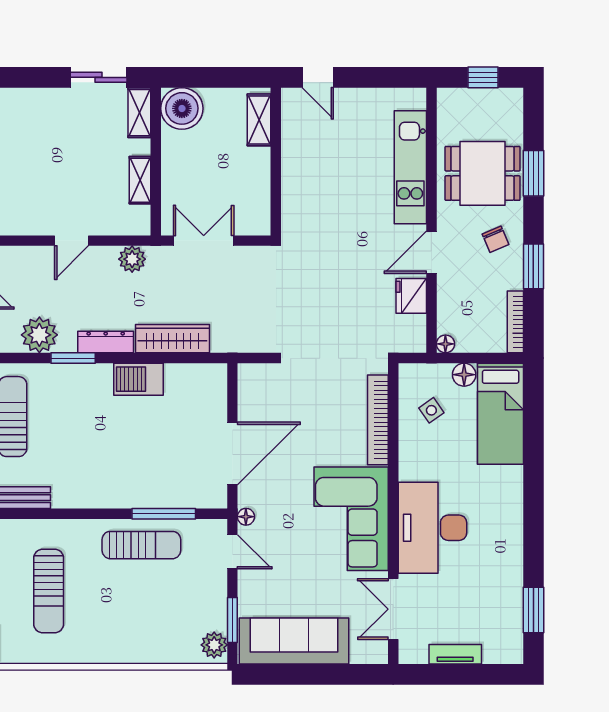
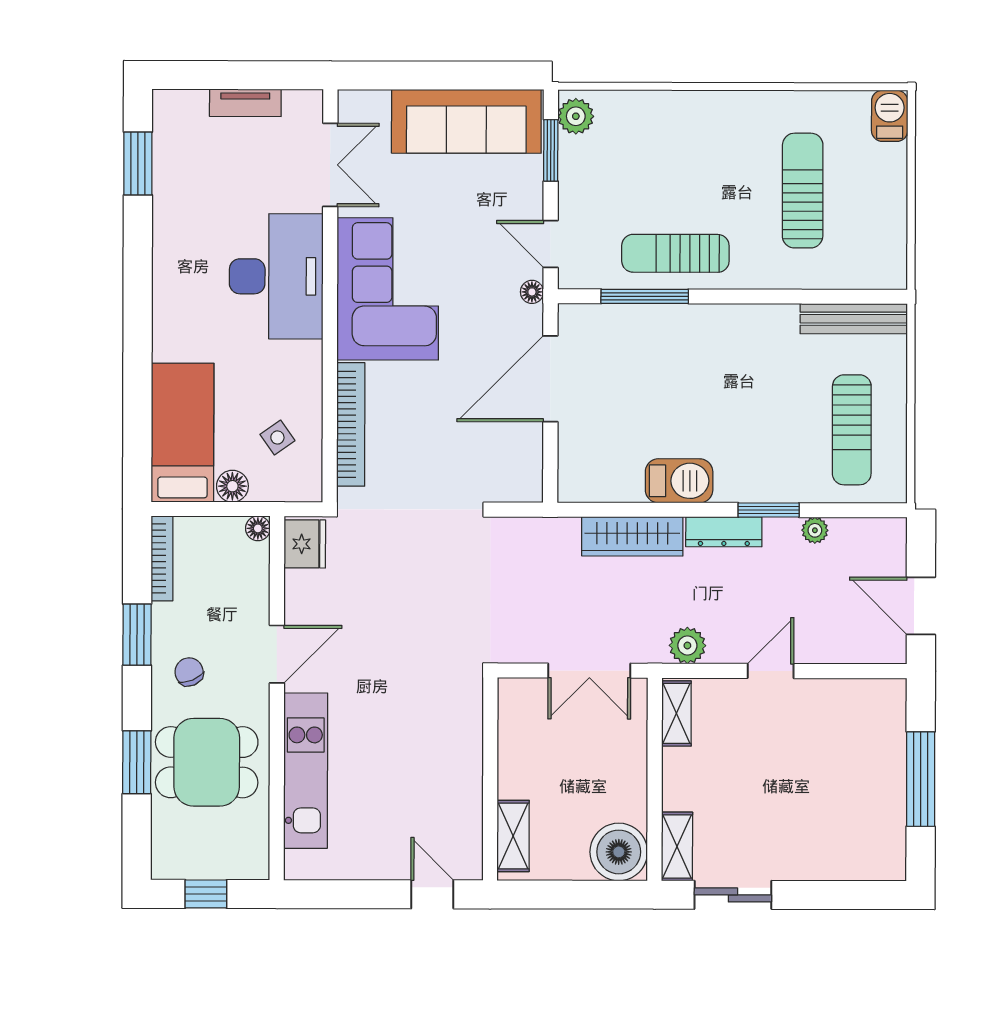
shelving: (140, 180) -> (676, 713), moved
fridge: (411, 296) -> (305, 544), moved
plant: (39, 335) -> (815, 530), width x0.53, depth x0.53

